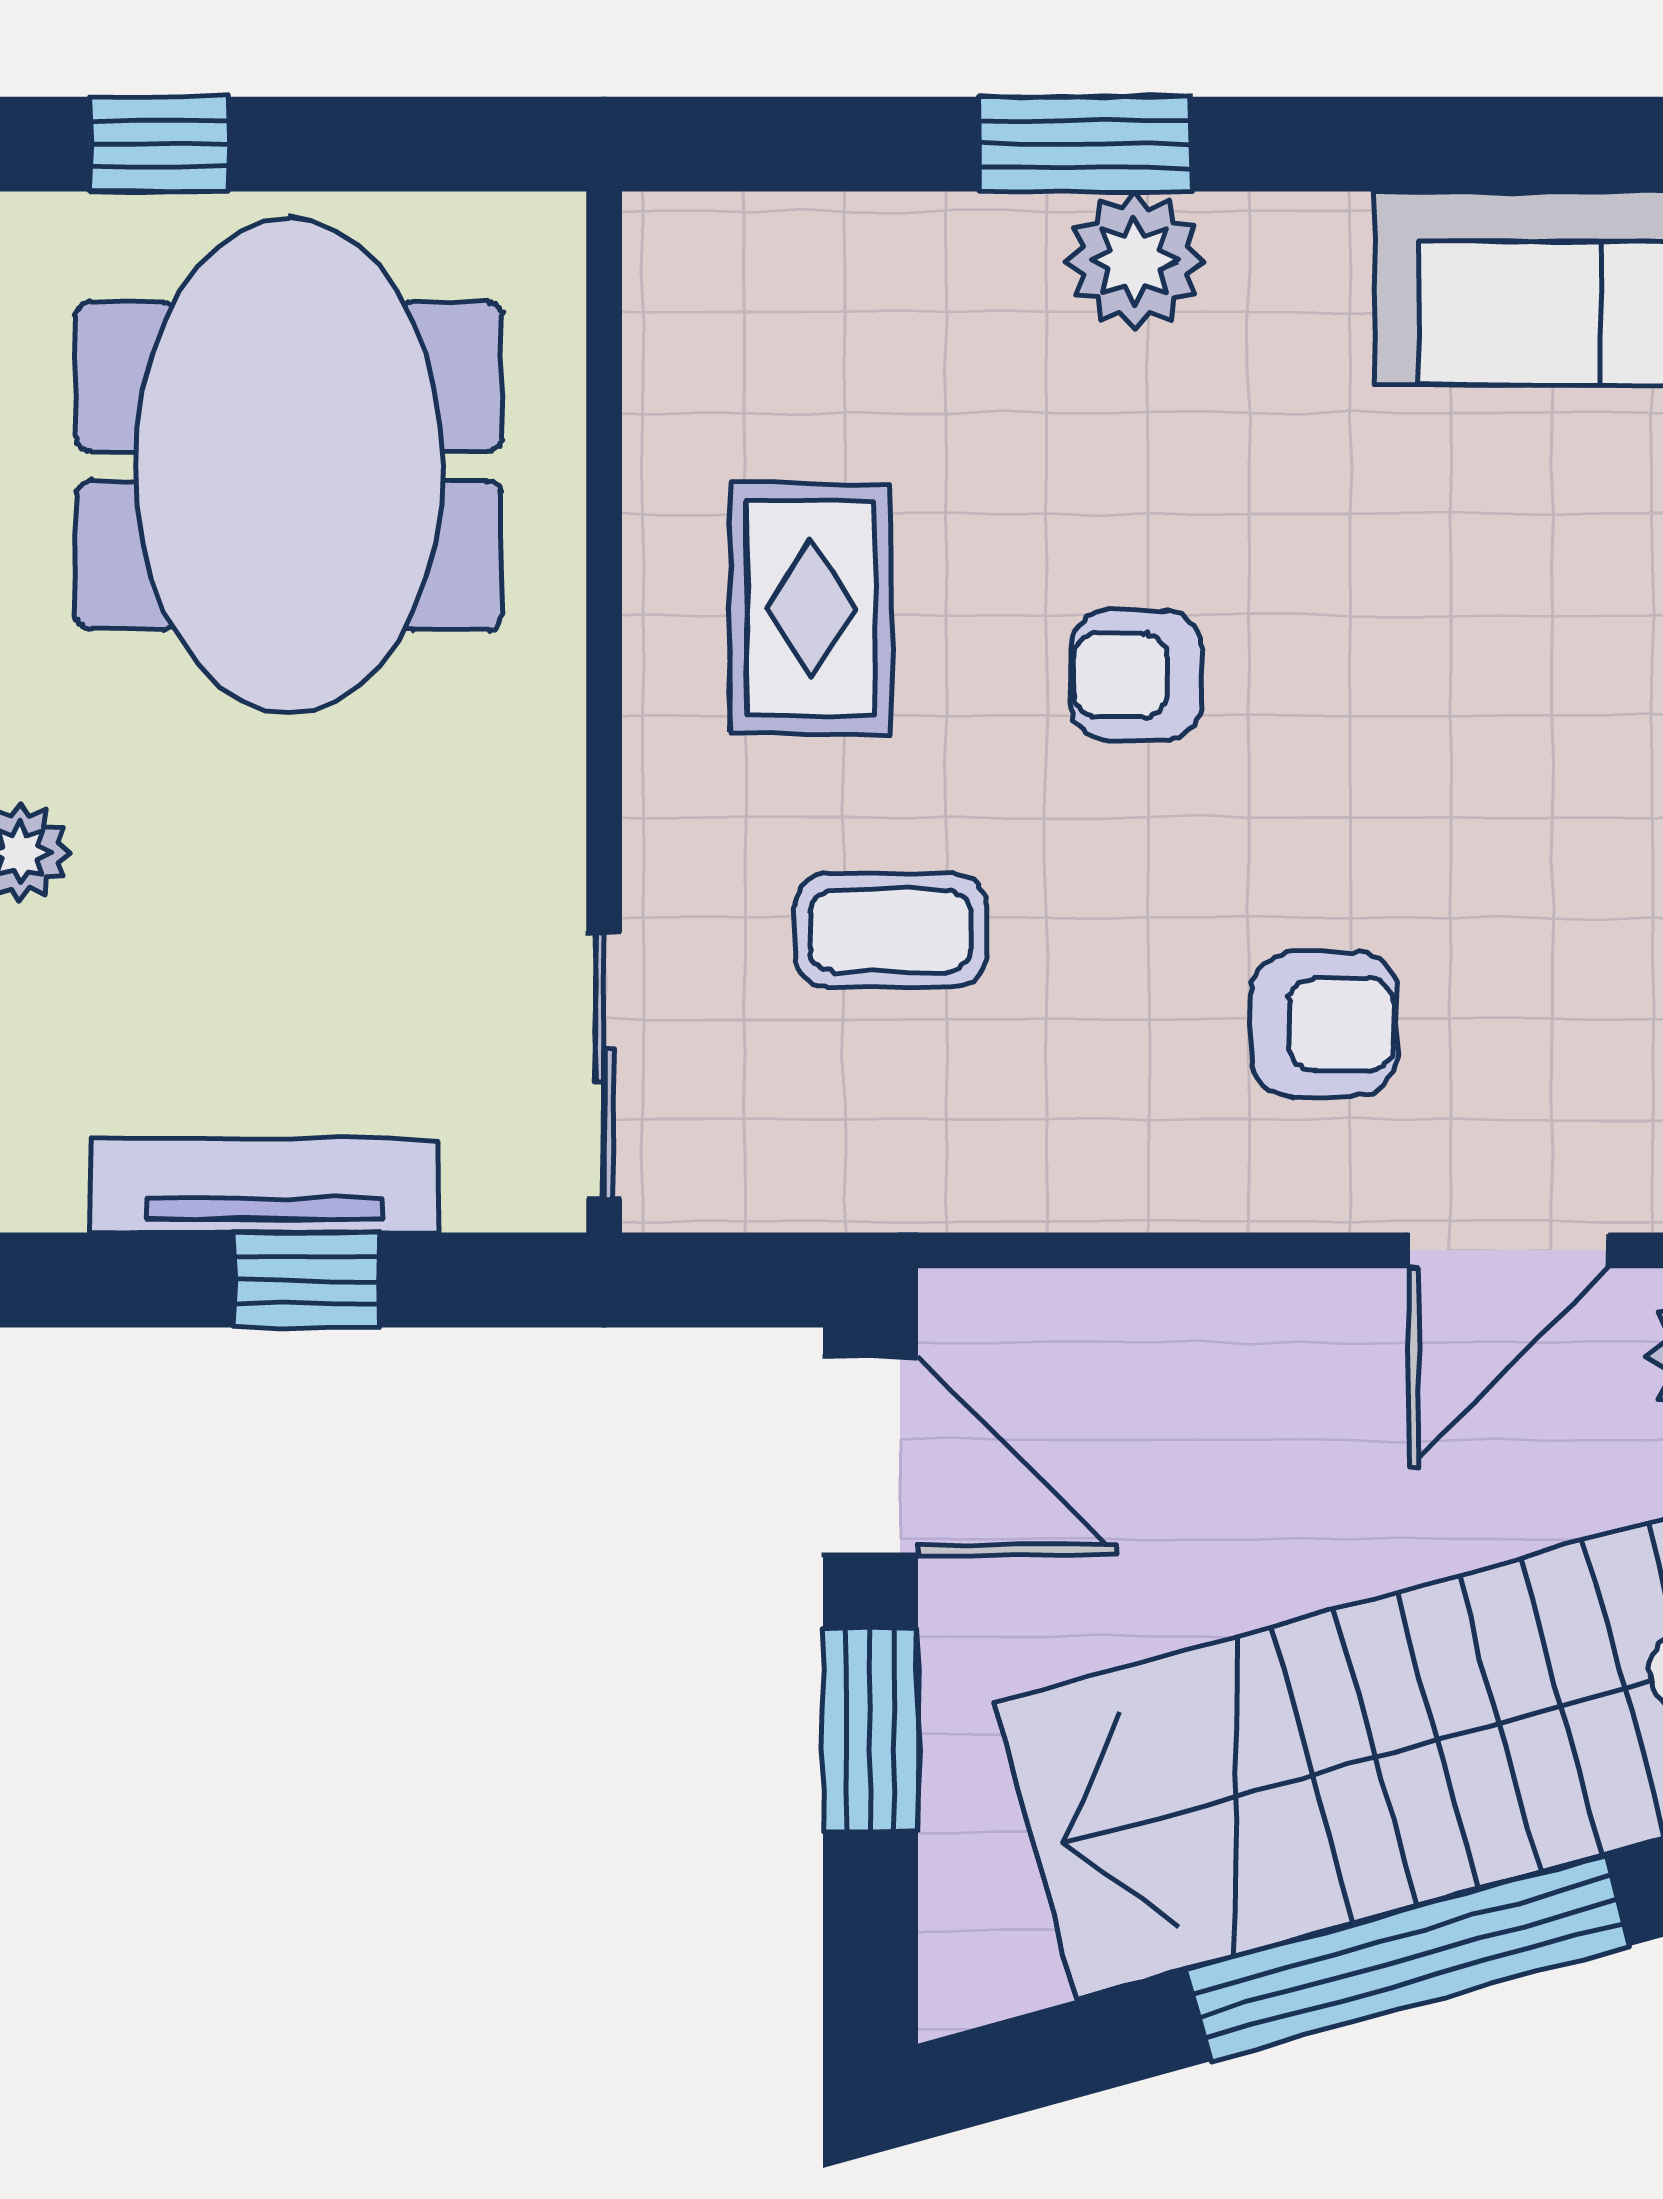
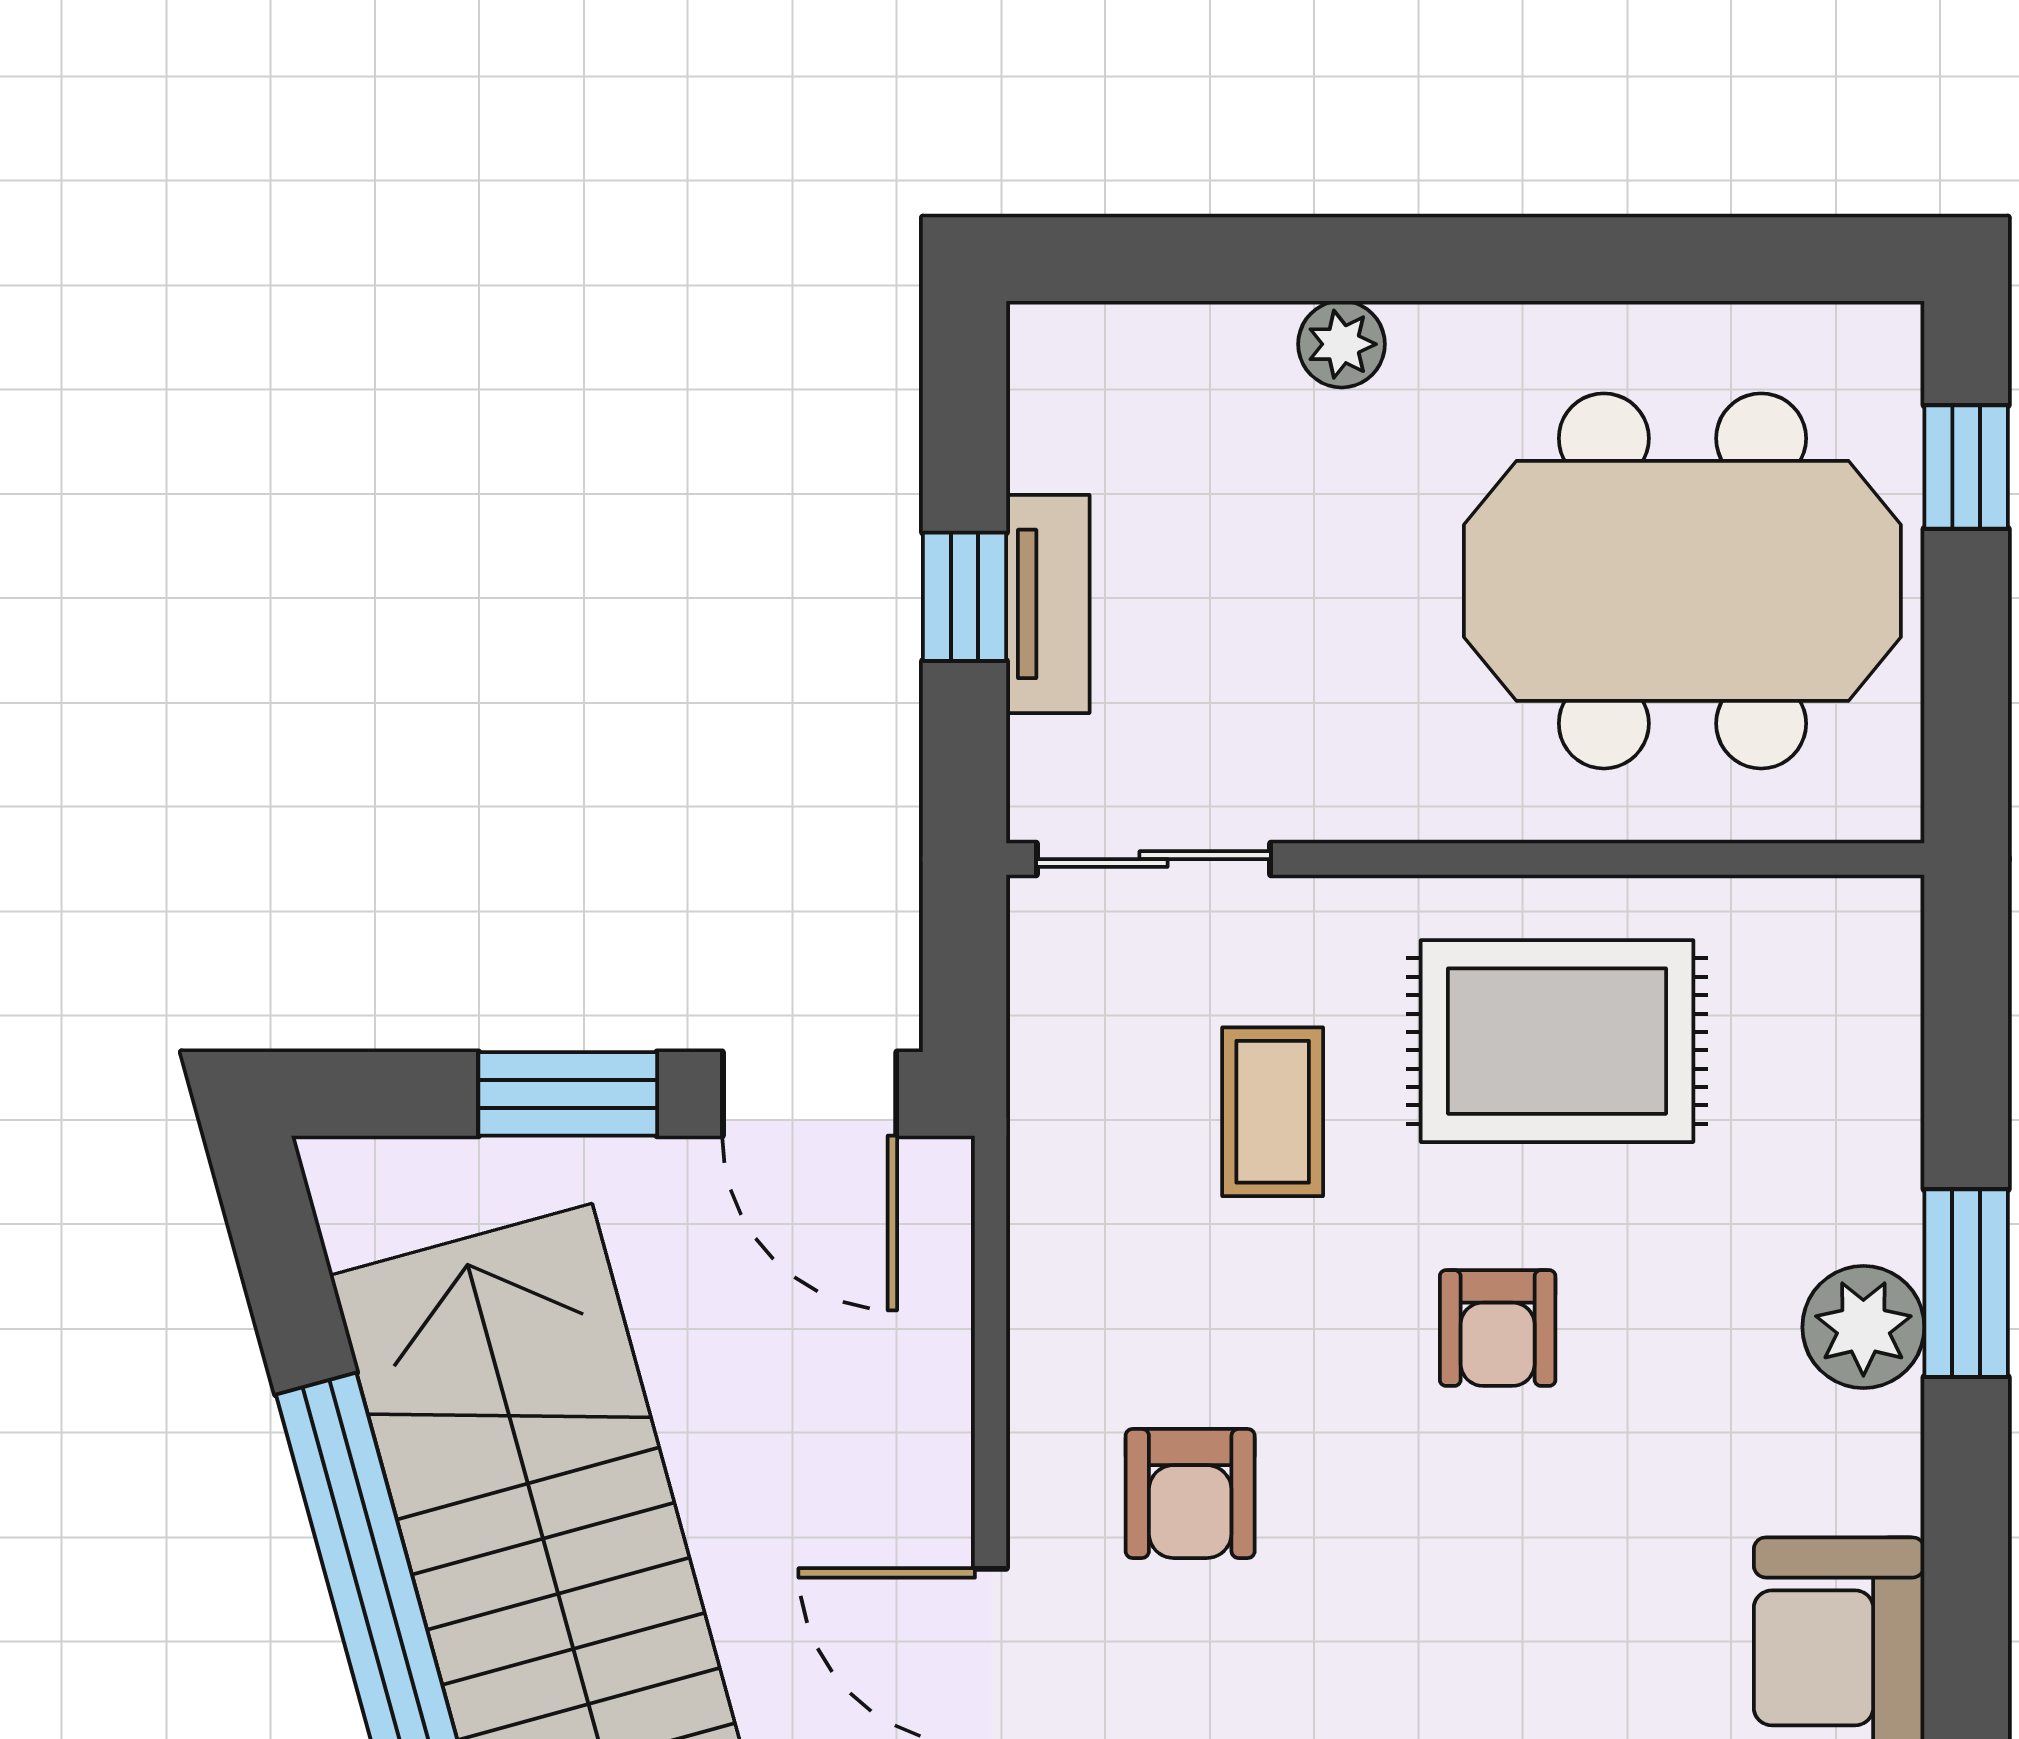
rug: (811, 608) -> (1557, 1041), width x1.36, depth x1.43
armchair: (1136, 675) -> (1498, 1328), turned 180
tv unit: (264, 1185) -> (1048, 604), width x0.71
door: (870, 1456) -> (810, 1094), hinge flipped

